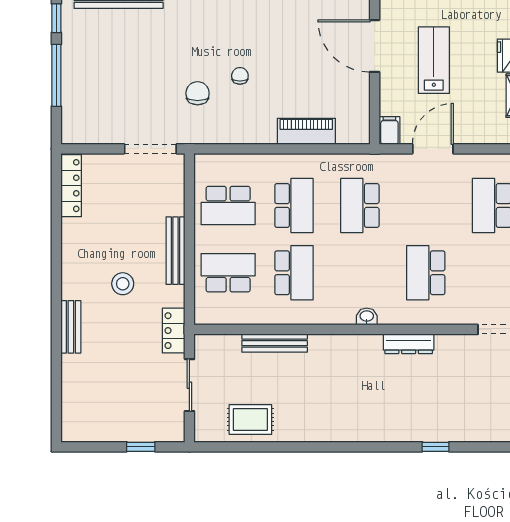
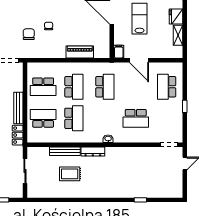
door: (433, 149) -> (139, 60), swing flipped
school desk: (360, 205) -> (105, 87), turned 180
school desk: (426, 273) -> (136, 118), turned -90
locker: (174, 331) -> (18, 135), moved
dresser: (409, 344) -> (93, 152), moved
rug: (250, 420) -> (70, 174), moved

